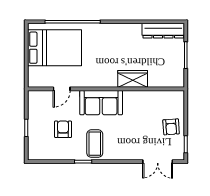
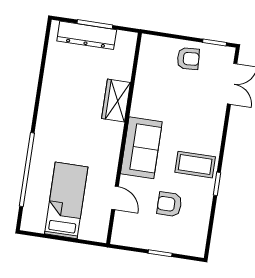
dresser: (163, 31) -> (87, 35), moved, turned 90
bed: (54, 48) -> (66, 200), width x0.67

